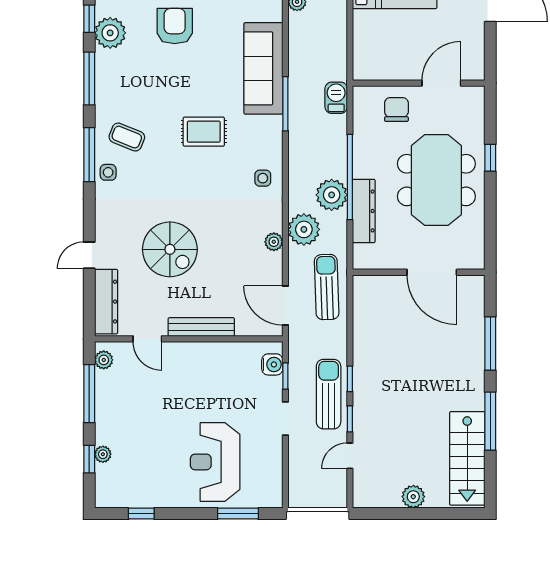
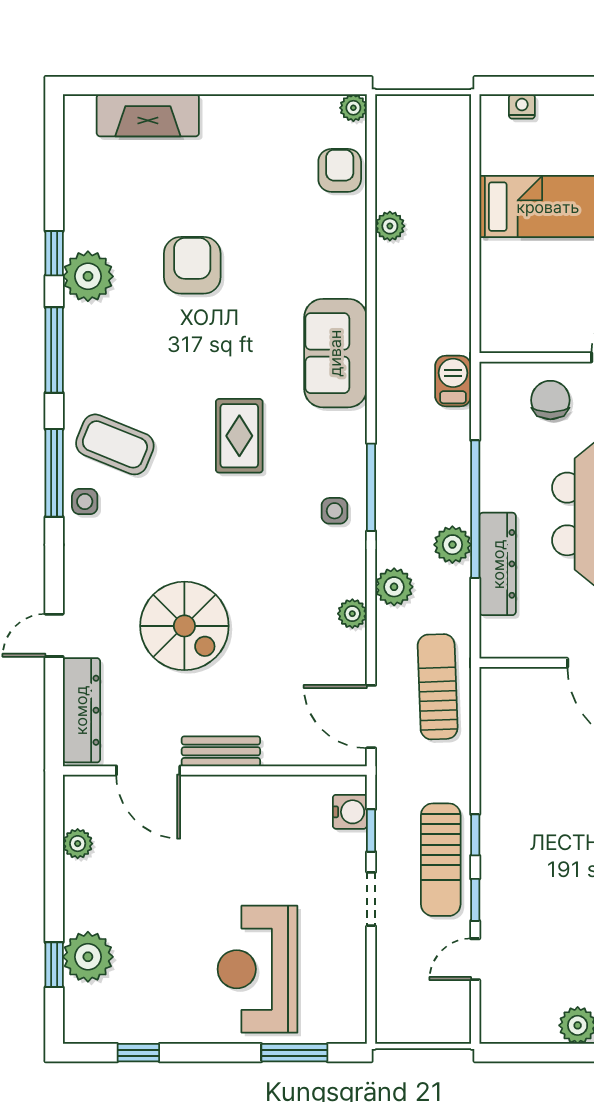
sofa: (263, 68) -> (335, 353), width x0.73
window: (285, 104) -> (371, 487), moved
rug: (204, 132) -> (239, 436), turned 90
coffee table: (127, 137) -> (115, 444), width x1.36, depth x1.30
plant: (332, 195) -> (452, 545), width x0.73, depth x0.73
plant: (304, 229) -> (394, 587), width x0.73, depth x0.73
bench: (201, 327) -> (221, 751), width x0.73
door: (147, 339) -> (148, 770), width x1.38
plant: (104, 360) -> (78, 844), moved
window: (89, 394) -> (54, 859), removed
sun lounger: (329, 394) -> (441, 860), turned 180
plant: (103, 454) -> (88, 957), width x1.88, depth x1.88

